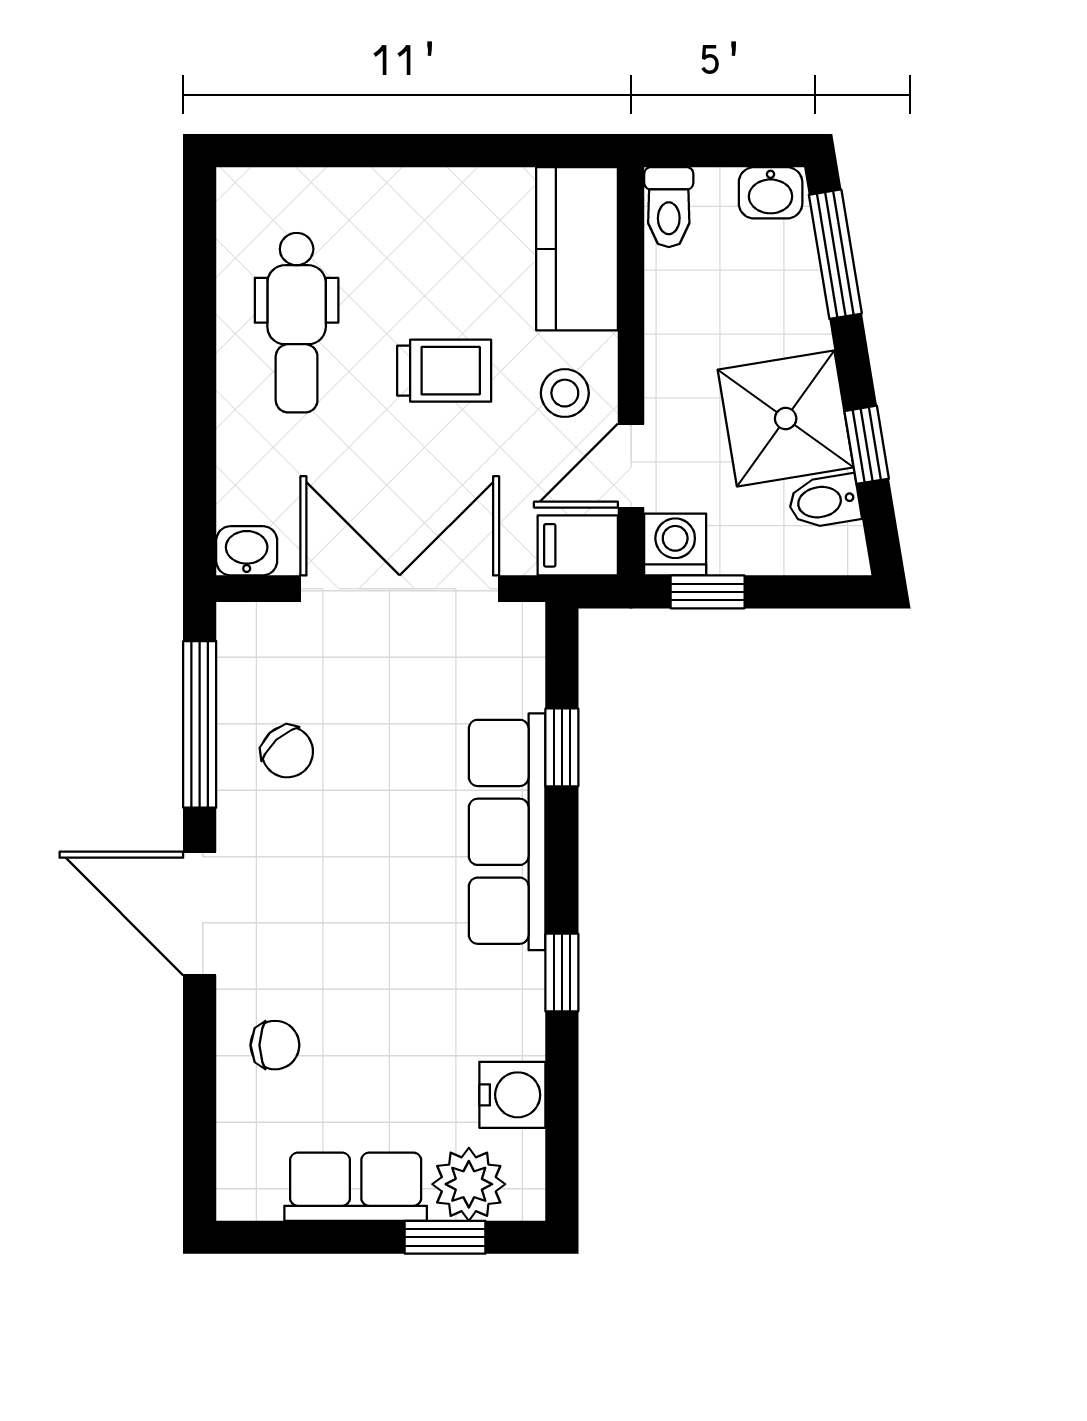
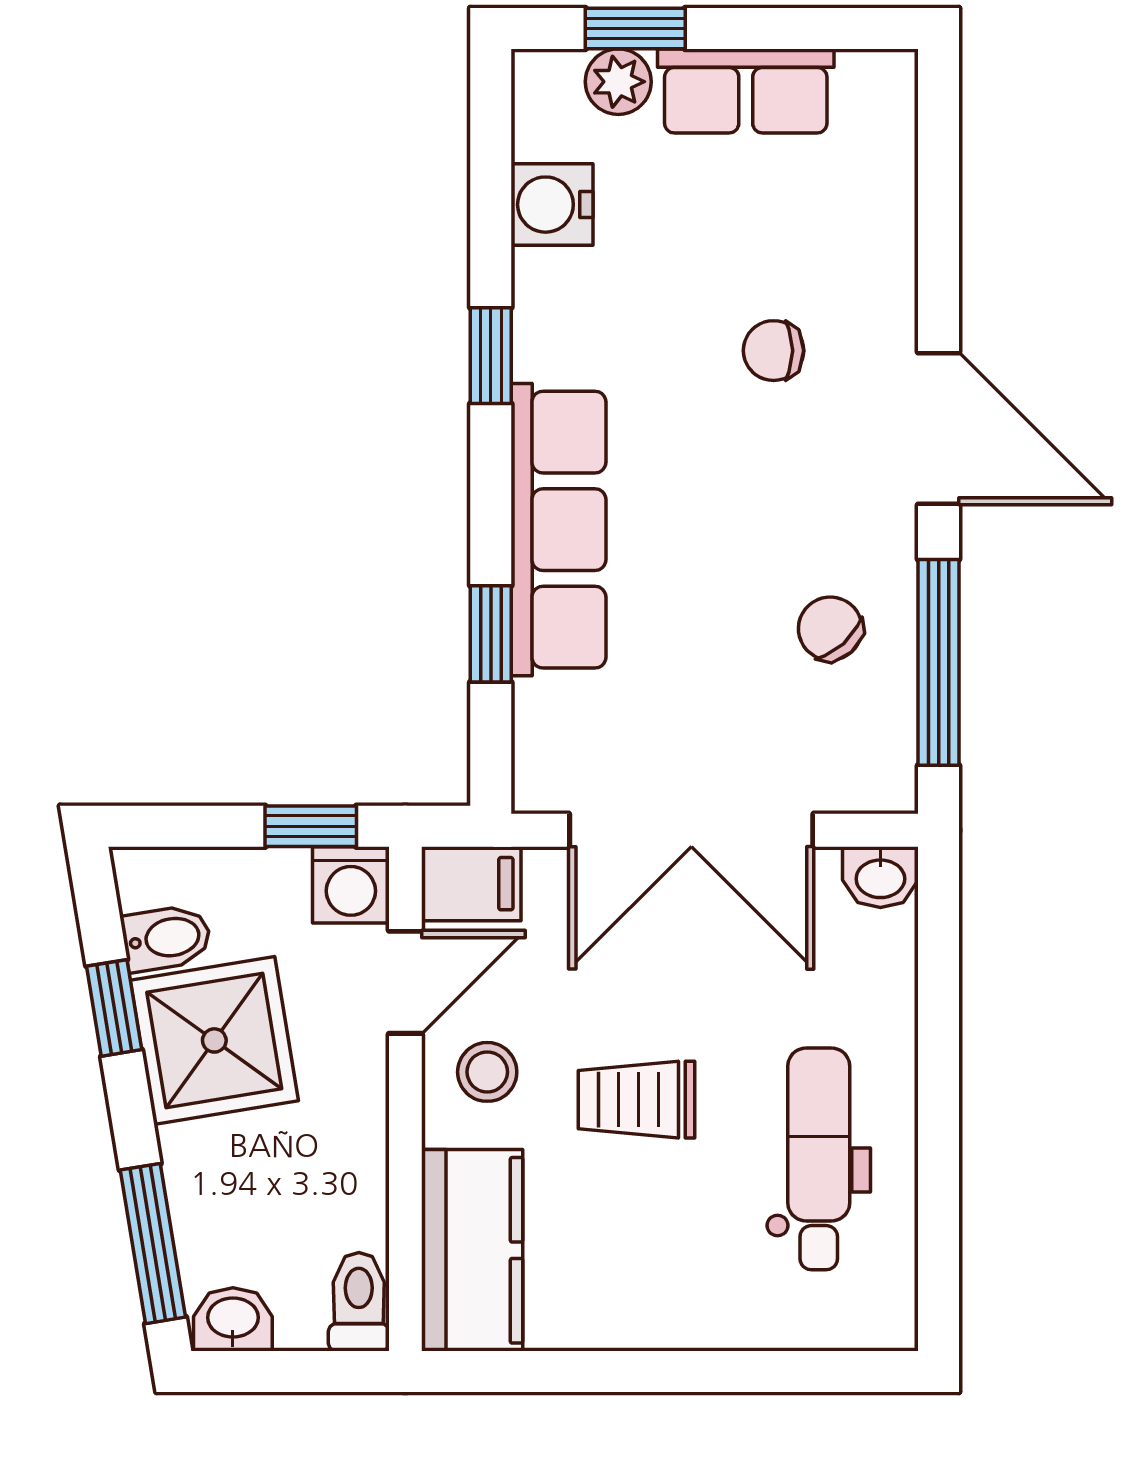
chair: (275, 1045) -> (774, 351), moved
plant: (469, 1184) -> (618, 82), width x0.73, depth x0.73

